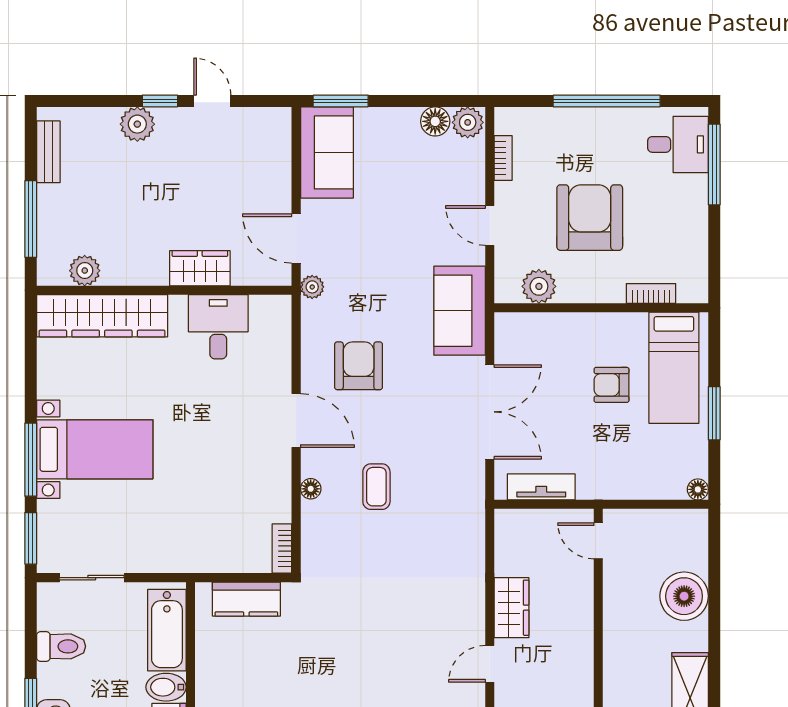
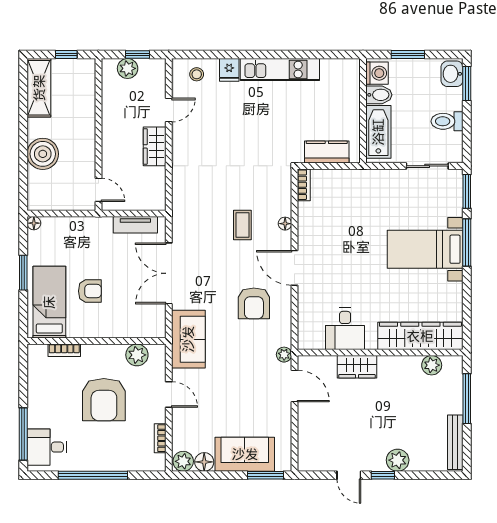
bench: (48, 152) -> (455, 442), width x1.36
sofa: (327, 152) -> (245, 454), moved, turned 90

